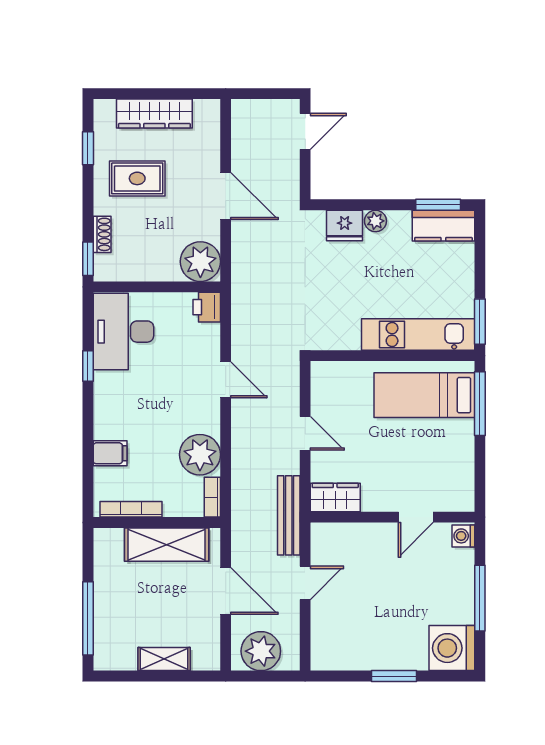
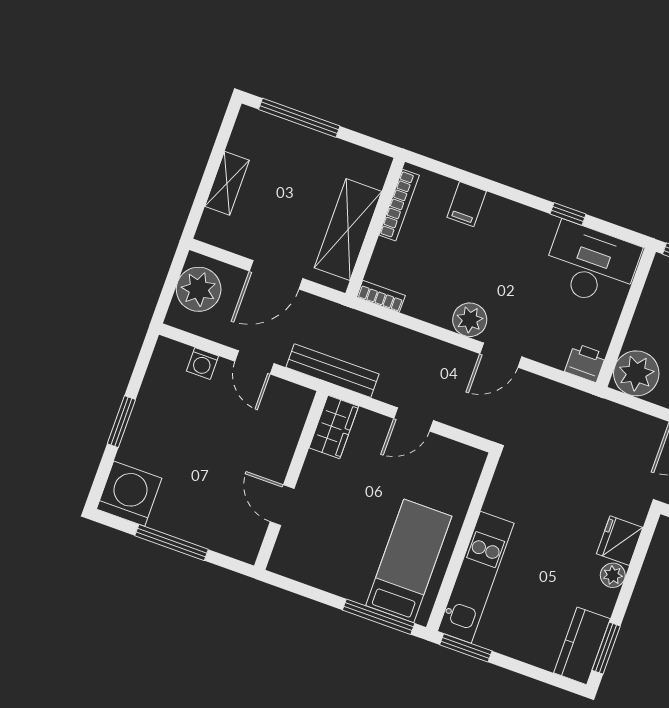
plant: (200, 455) -> (470, 320), moved, width x0.73, depth x0.73
washing machine: (463, 536) -> (202, 363), moved, turned 180

